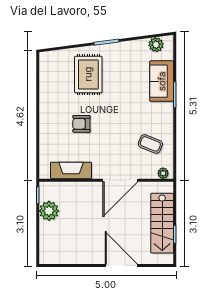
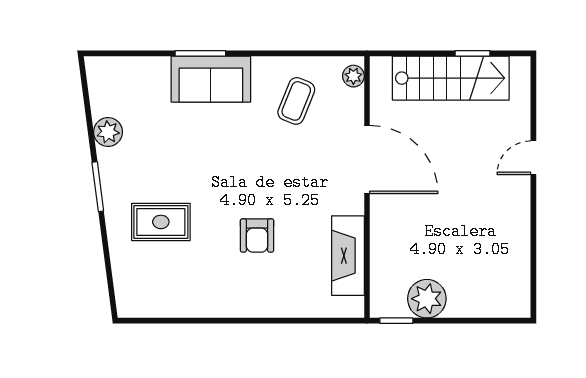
plant: (156, 45) -> (108, 132), moved
rug: (88, 74) -> (161, 222), width x0.73, depth x0.70
sofa: (162, 81) -> (211, 79), moved
door: (121, 265) -> (533, 158), width x0.53

